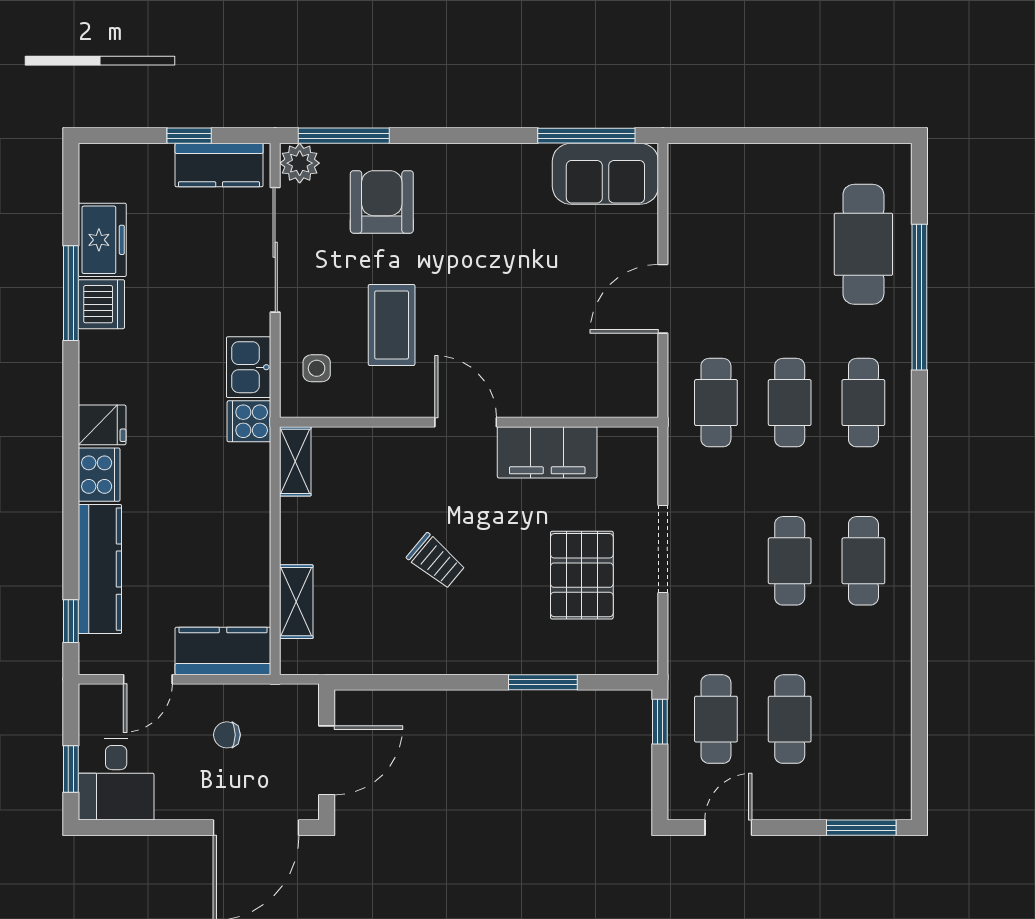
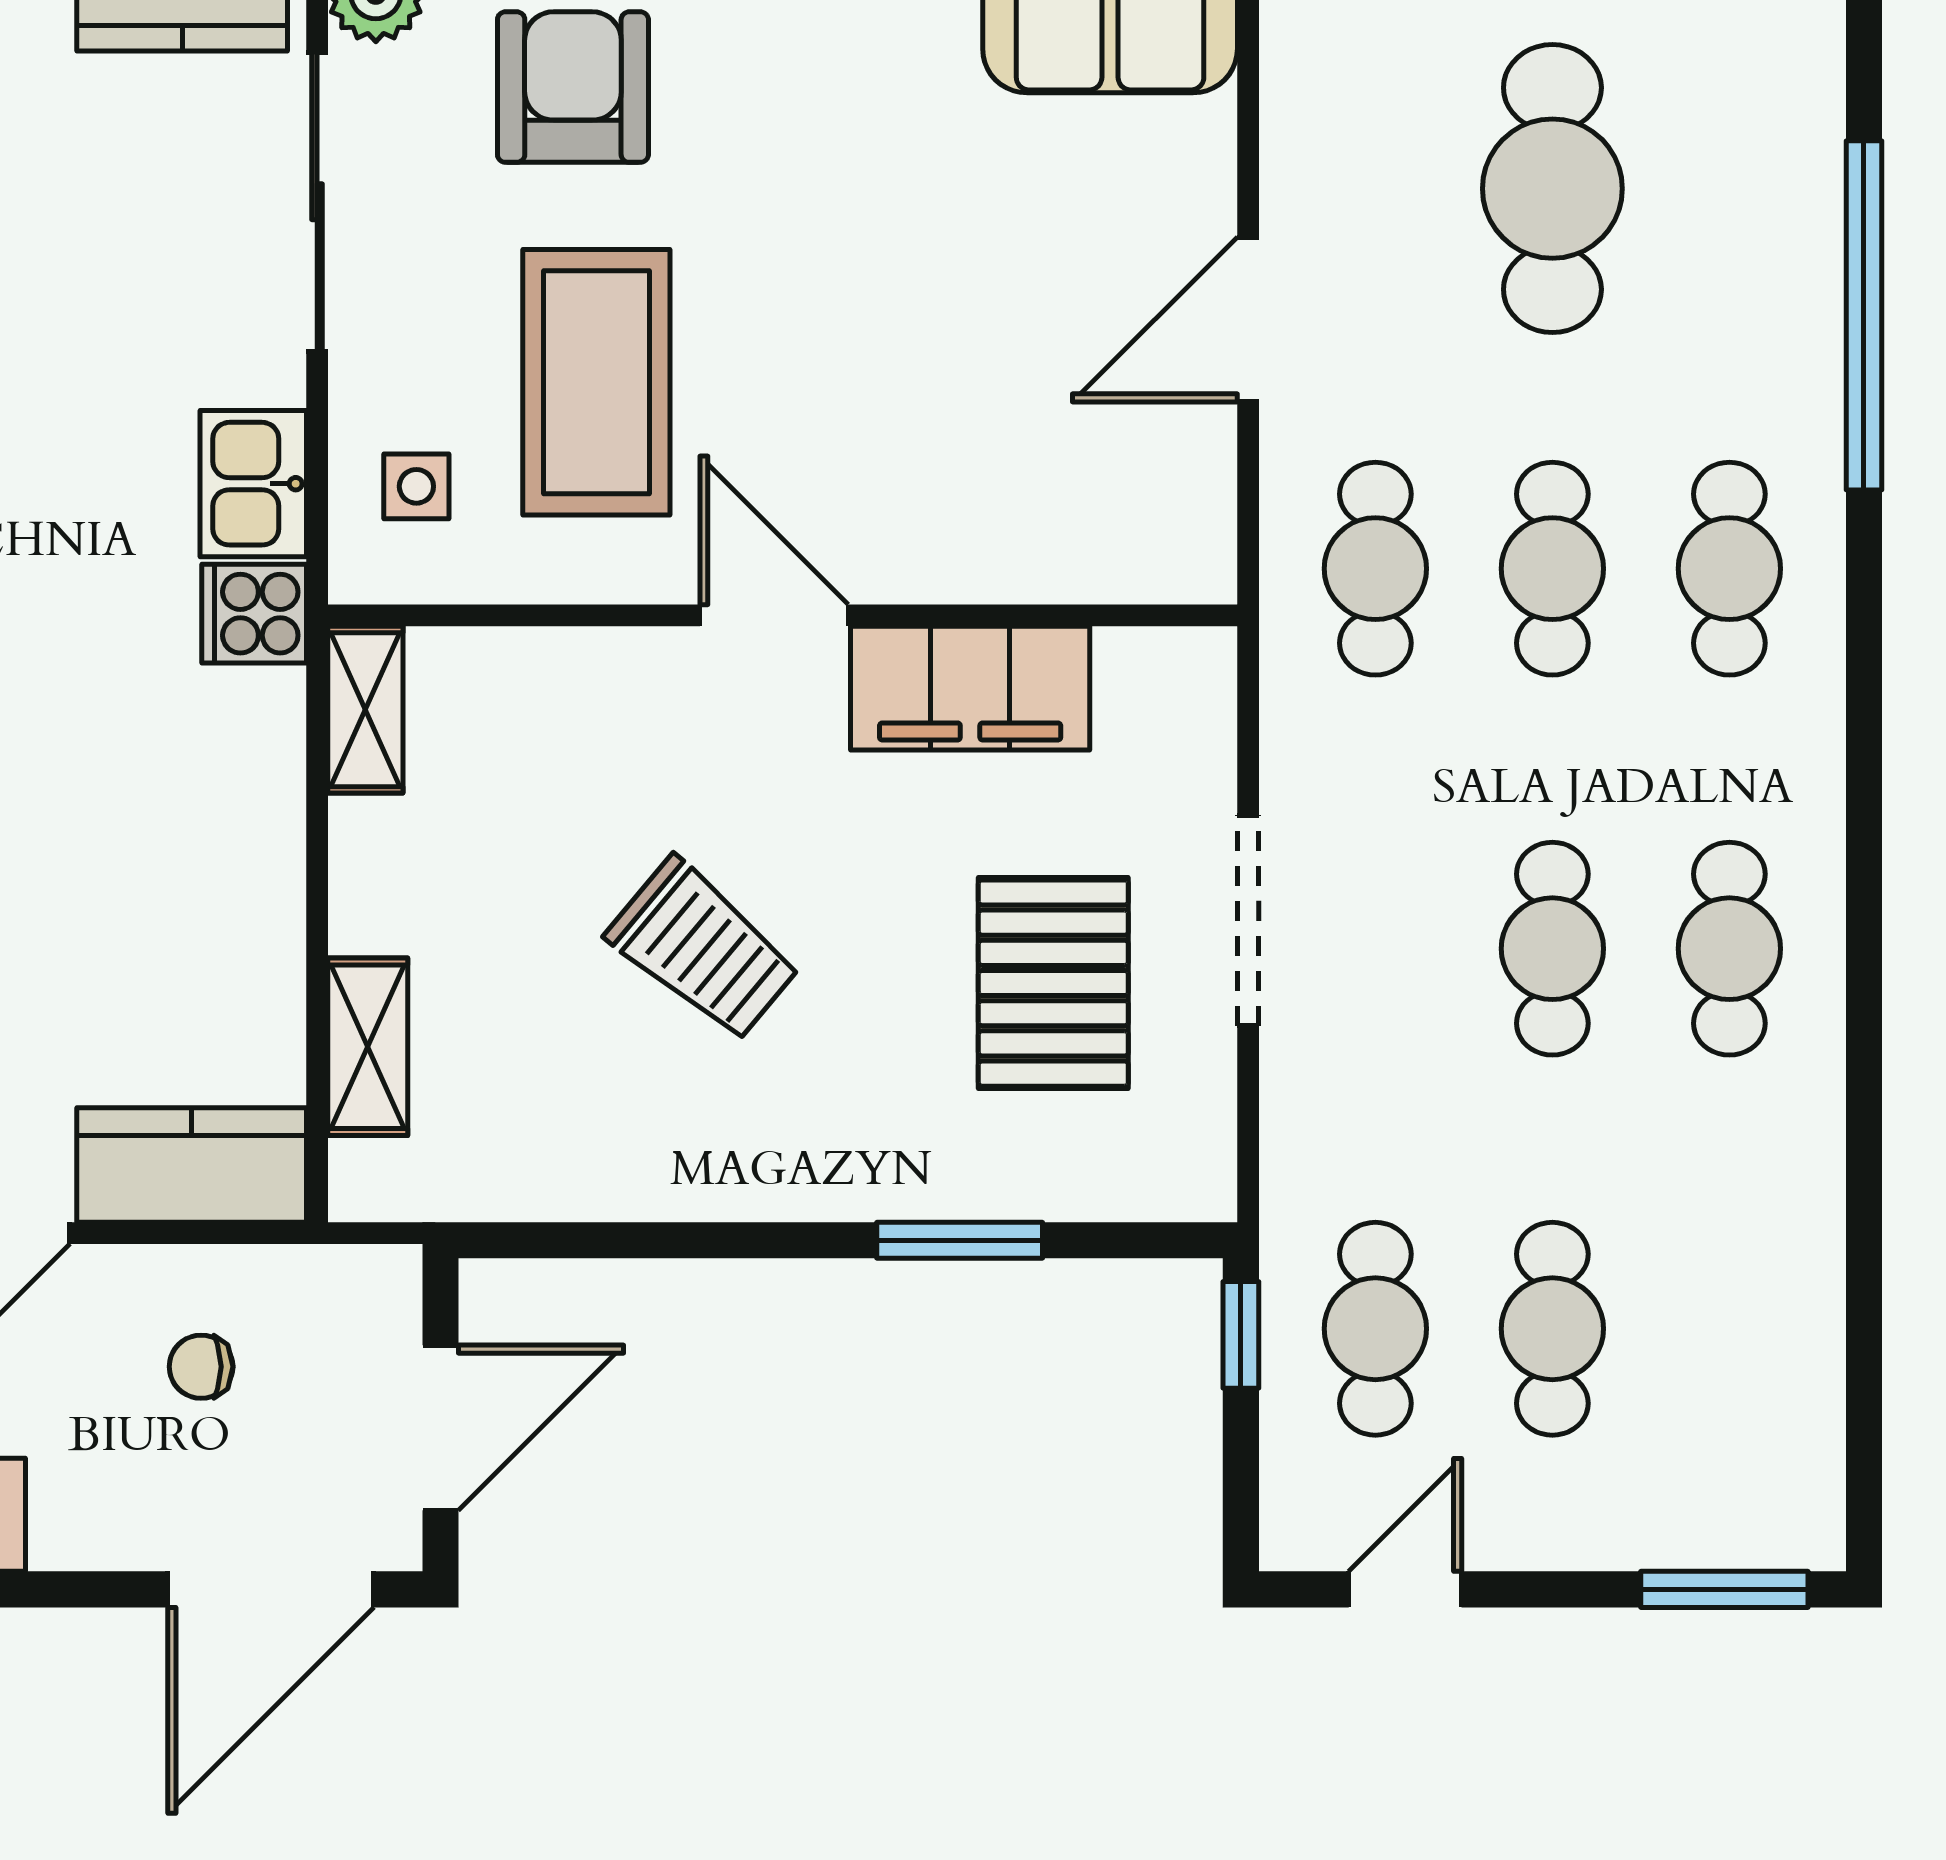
cafe table: (863, 244) -> (1552, 189), moved
coffee table: (392, 325) -> (596, 382), width x1.36, depth x1.32
trolley: (436, 561) -> (703, 949), width x1.36, depth x1.39

